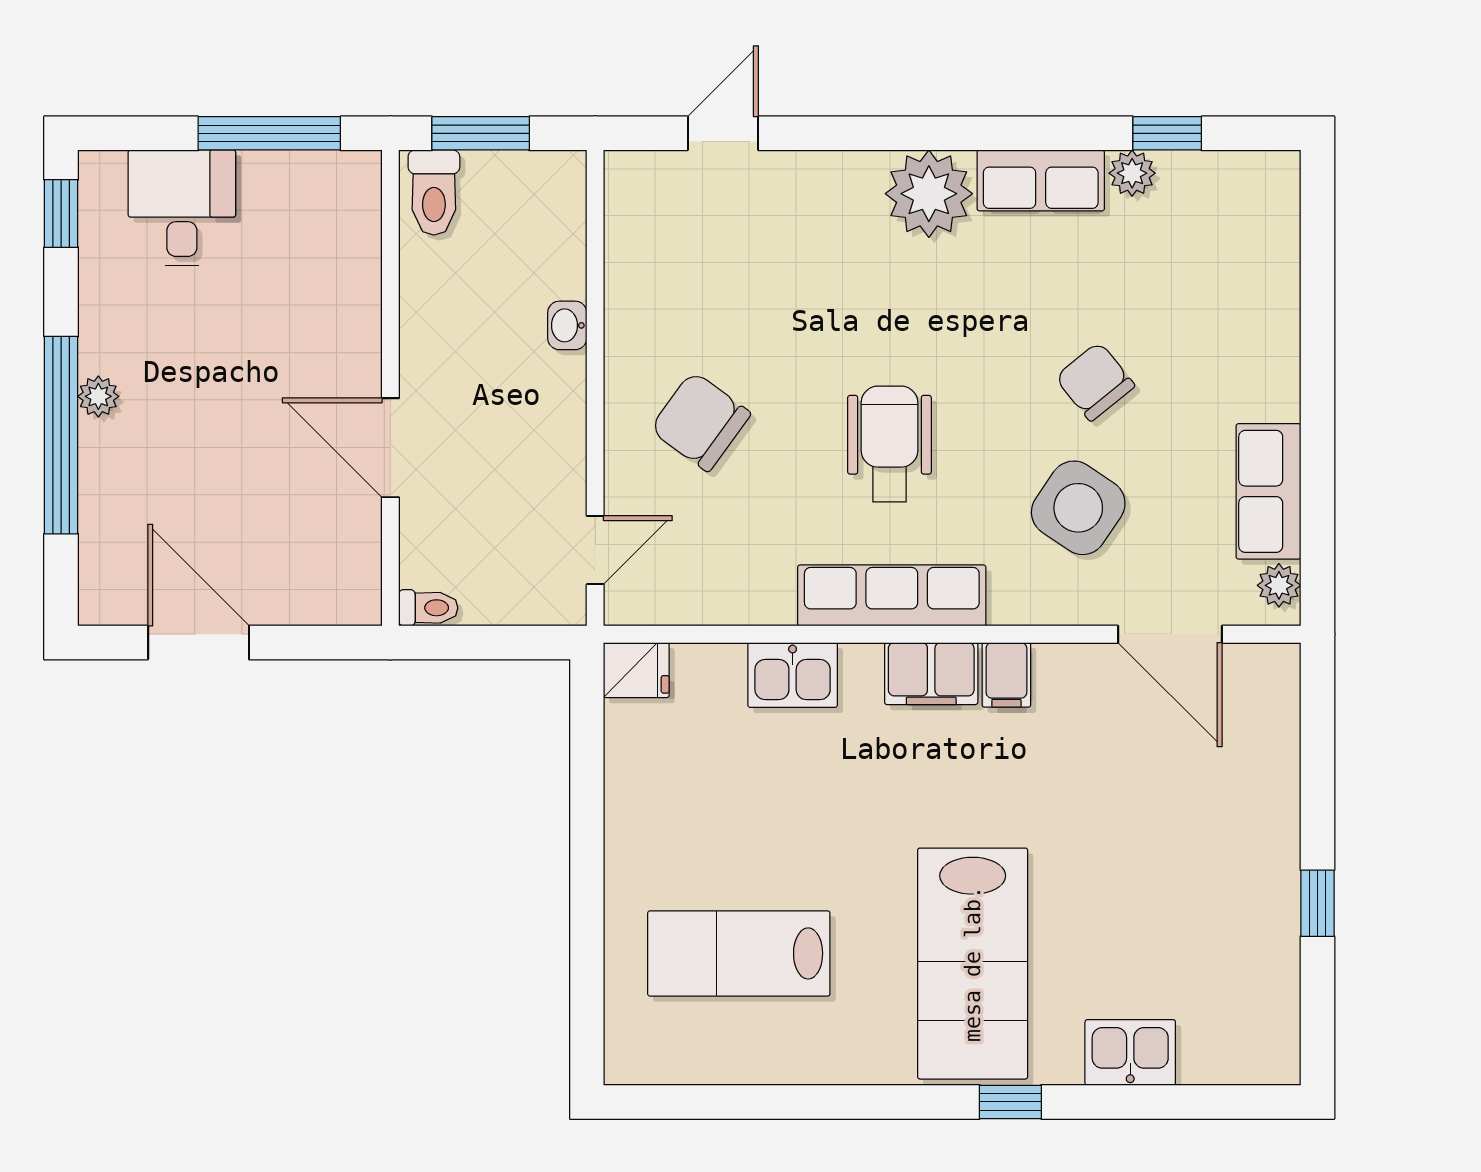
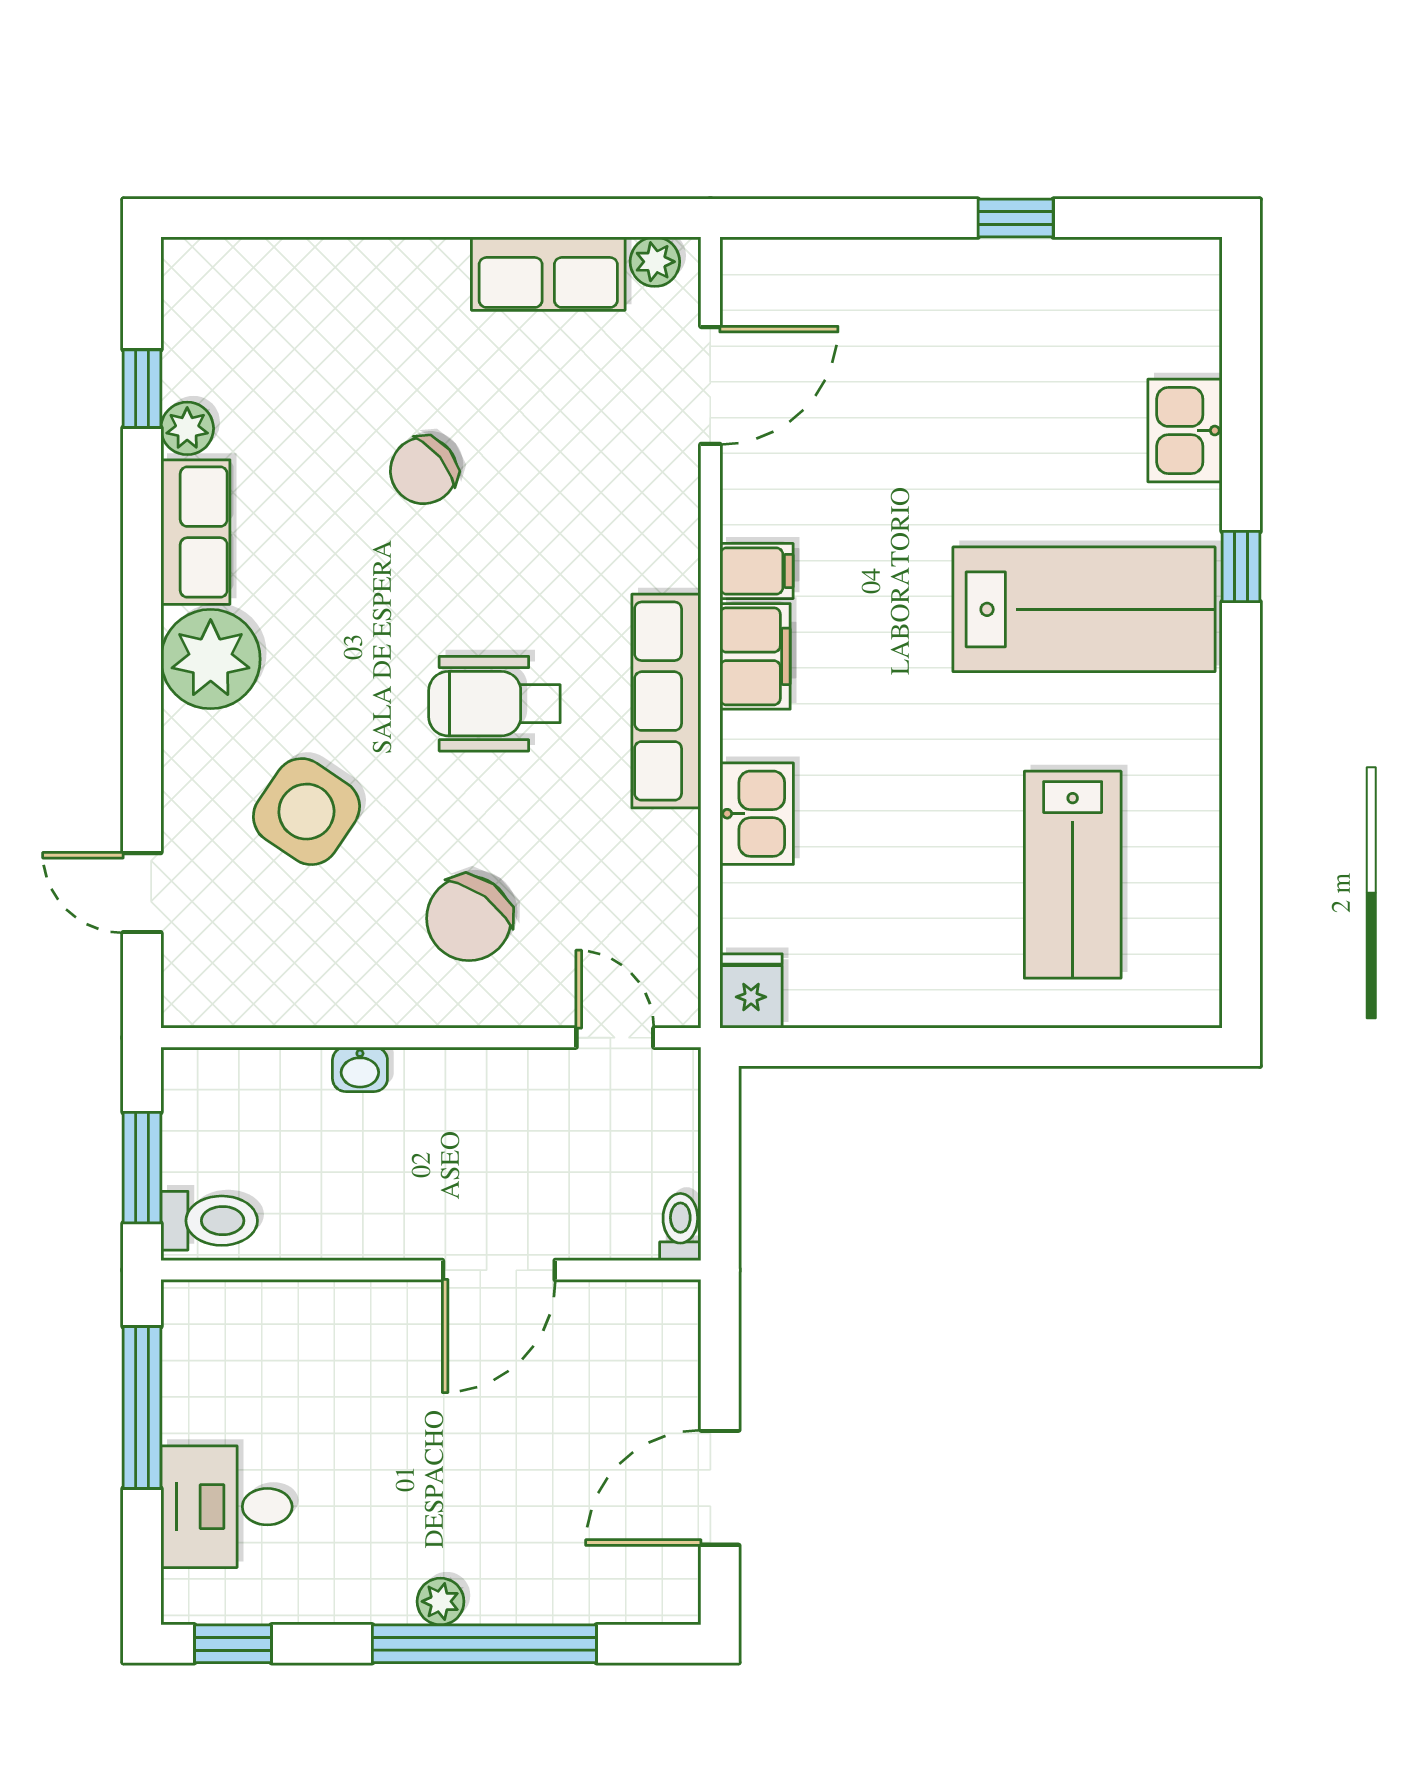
side table: (1078, 508) -> (306, 812), moved

